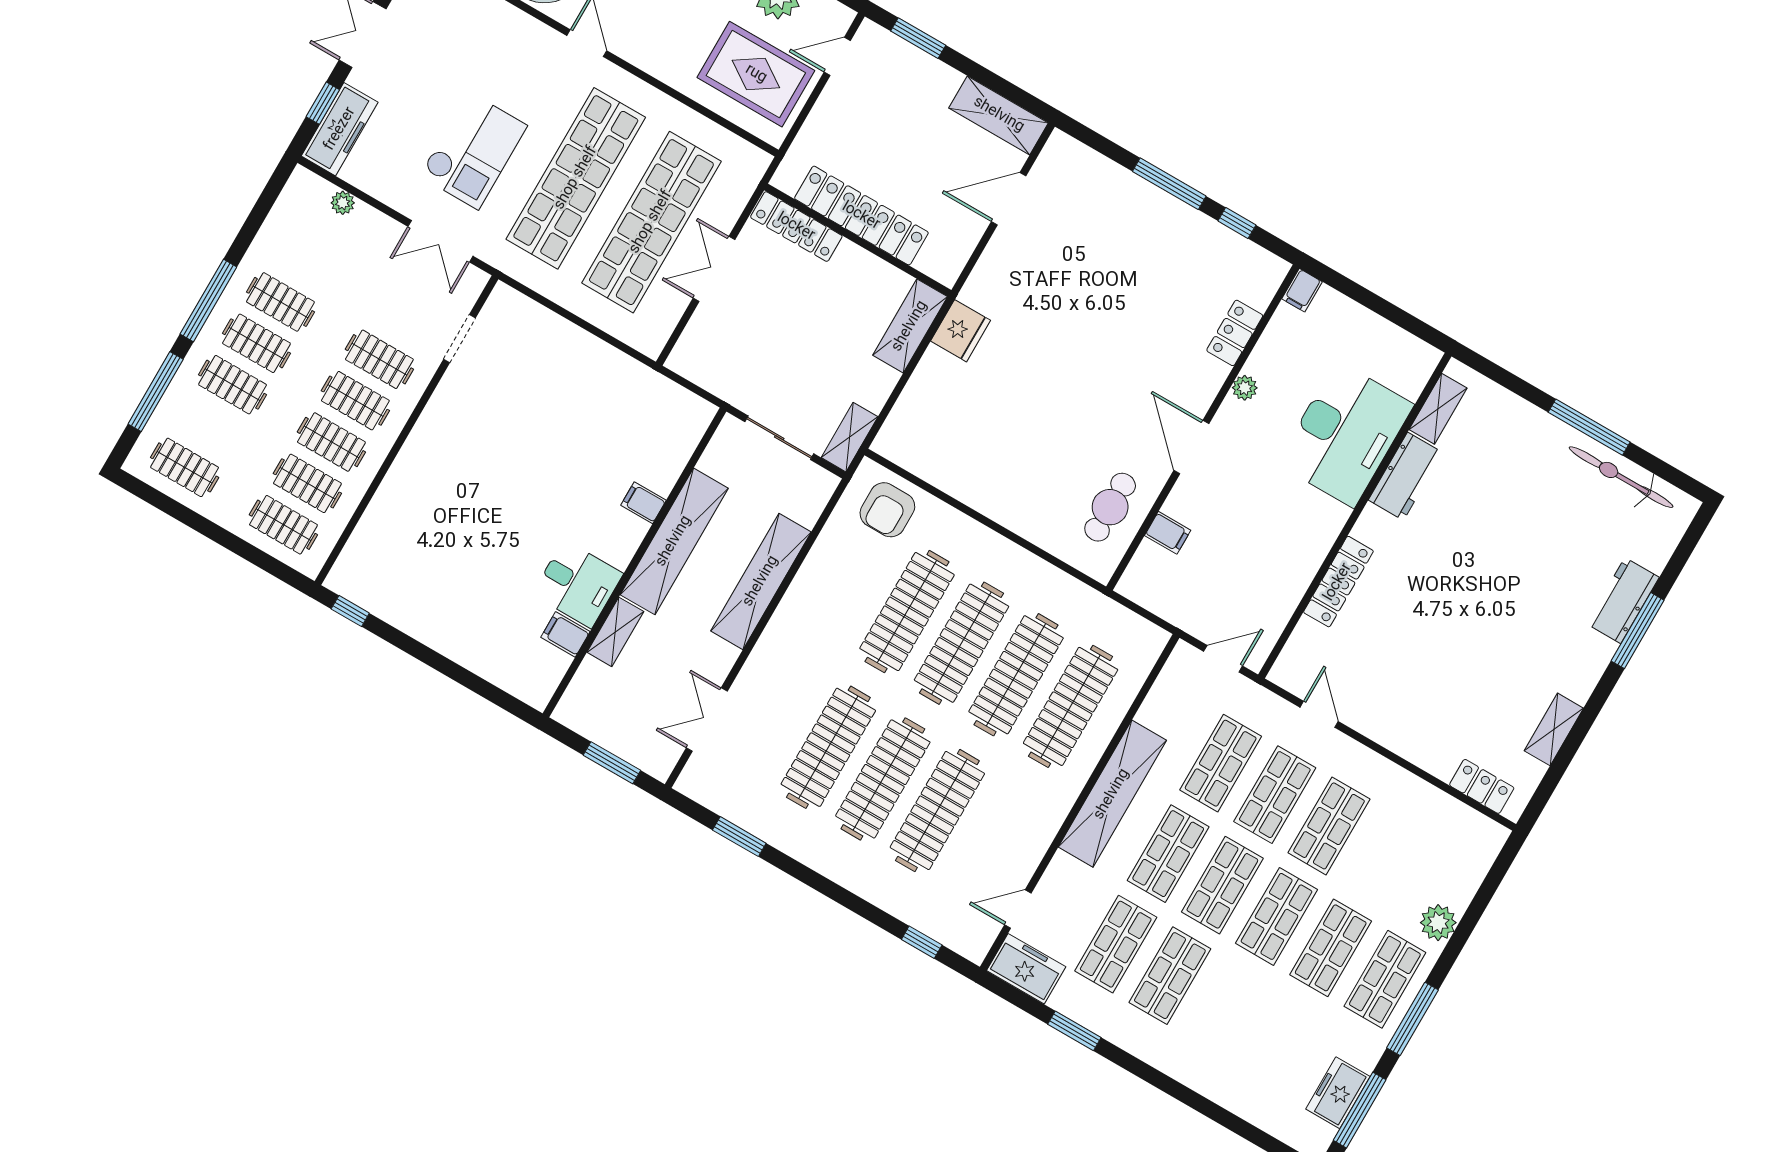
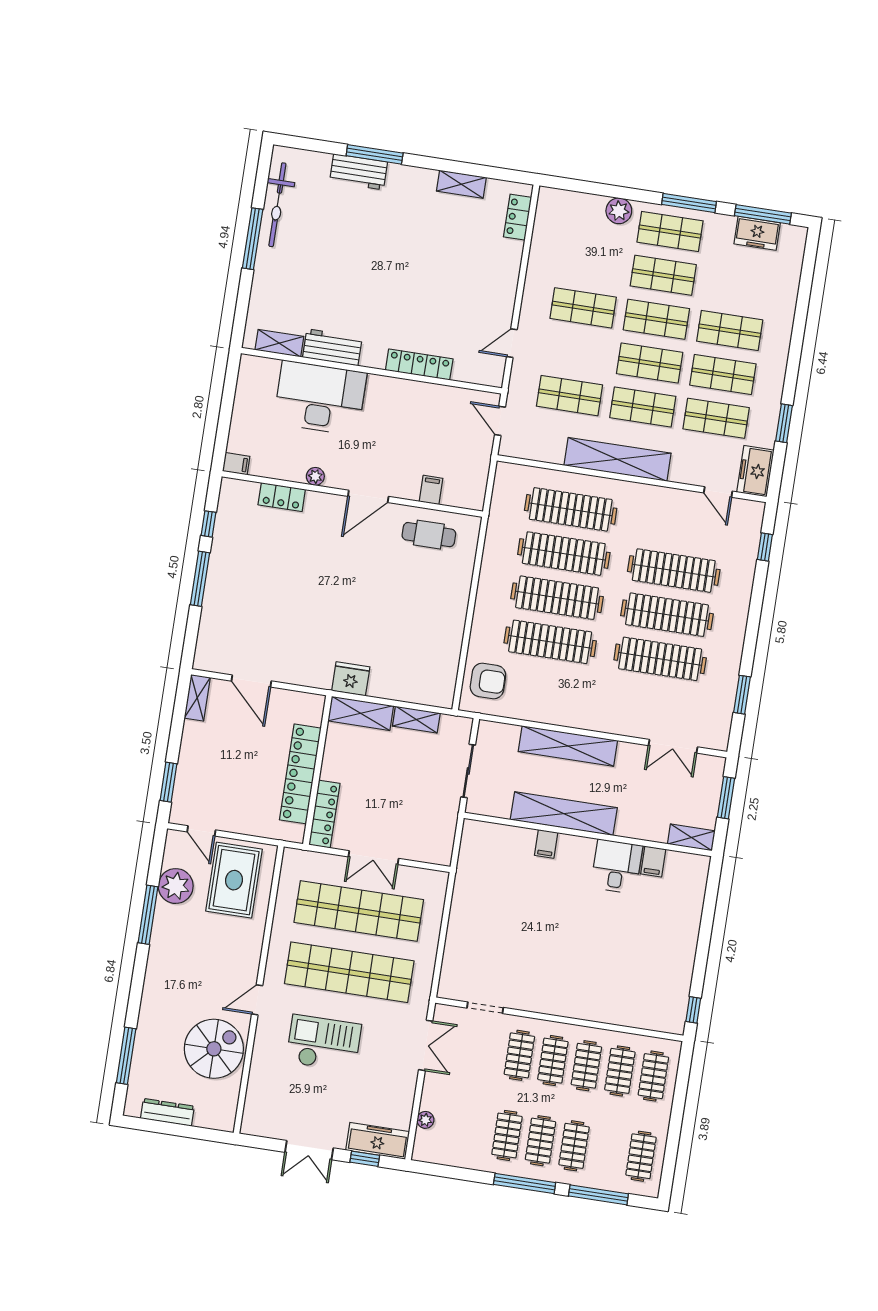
shelving: (999, 115) -> (197, 698), width x0.67, depth x0.75
checkout: (473, 151) -> (324, 1043), moved
shelving: (850, 437) -> (416, 720), moved
shelving: (615, 632) -> (691, 837), moved
shop shelf: (1275, 795) -> (730, 331), moved

